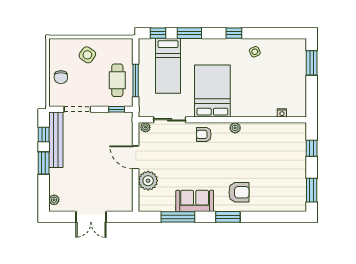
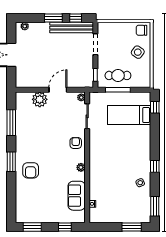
window: (189, 33) -> (155, 206), moved
chair: (61, 77) -> (141, 30), moved
bed: (212, 91) -> (110, 150), removed
sofa: (195, 201) -> (77, 196), moved, turned 180

